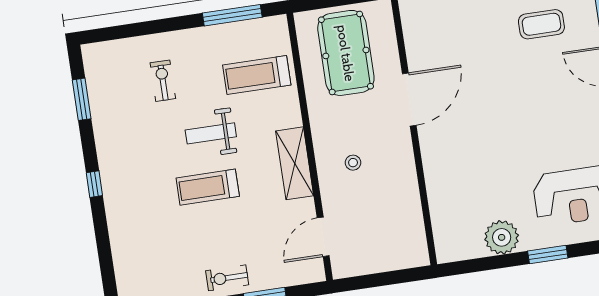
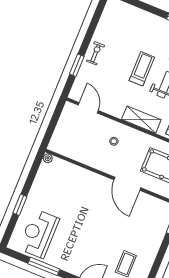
shelving: (295, 163) -> (141, 120), moved
plant: (502, 237) -> (48, 158), moved, width x0.53, depth x0.53

